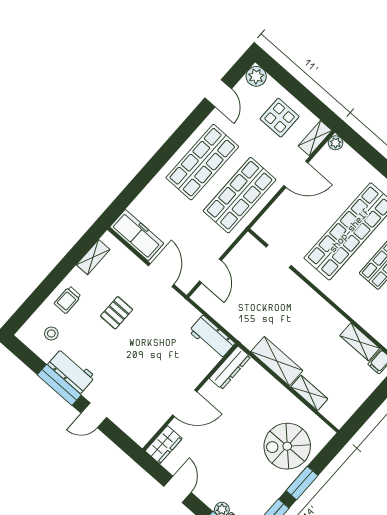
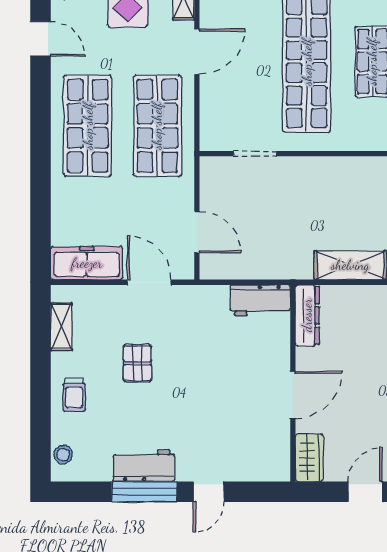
stool: (51, 333) -> (63, 455), moved
door: (178, 489) -> (365, 492), hinge flipped

